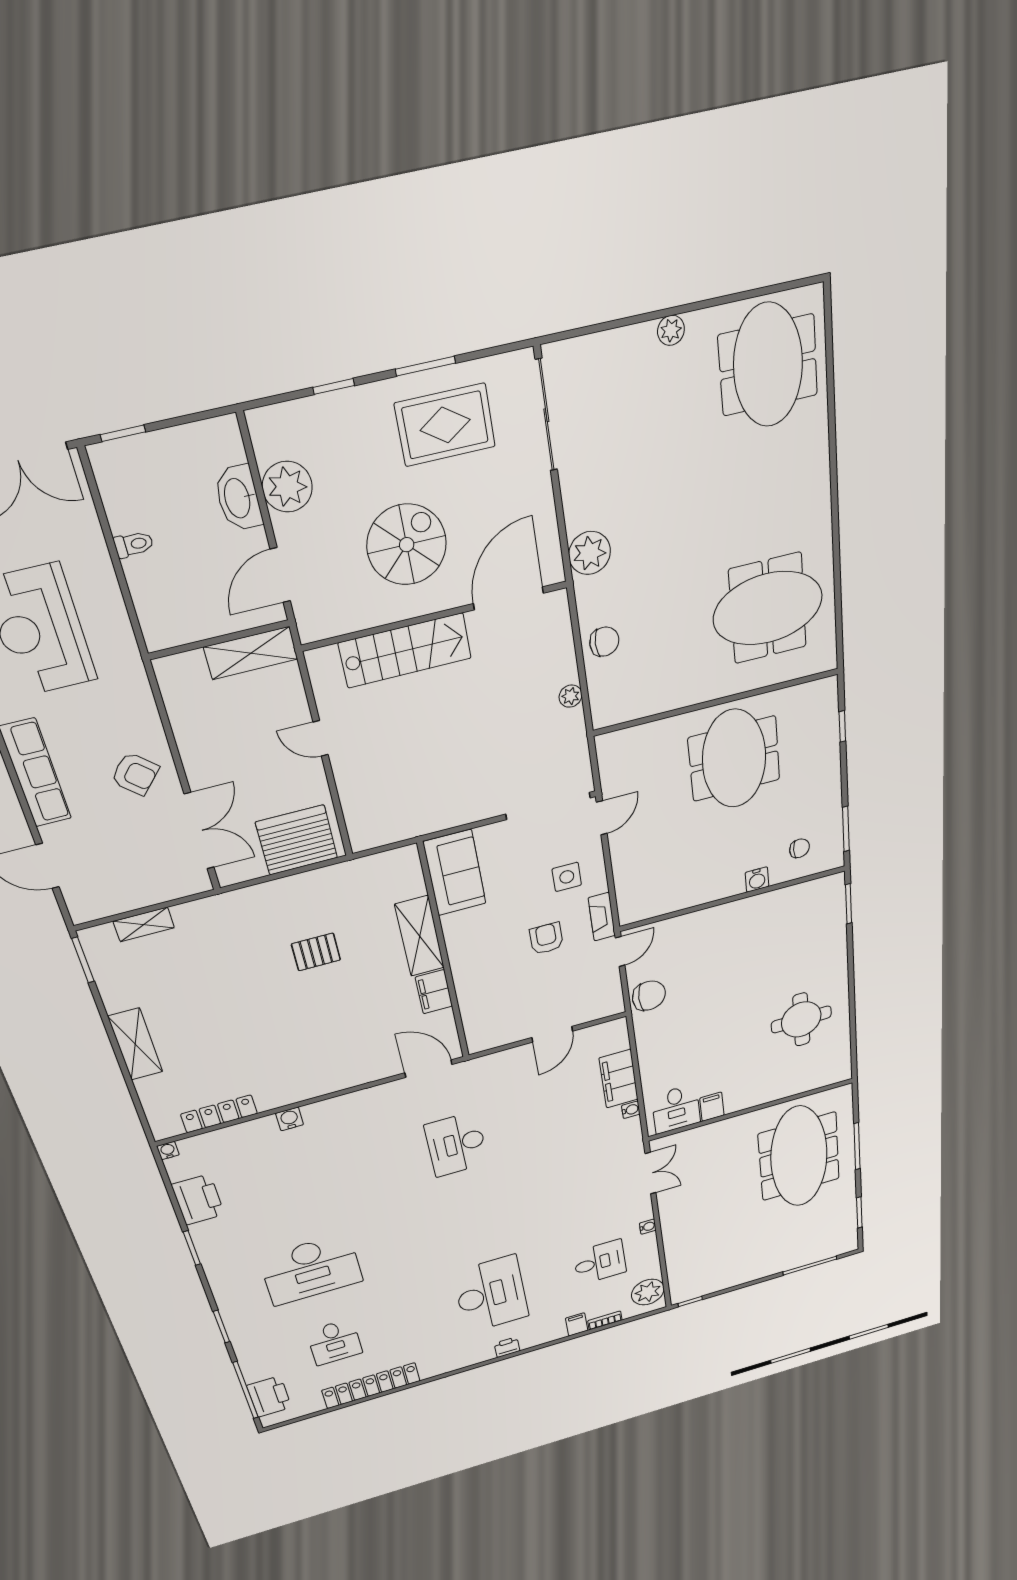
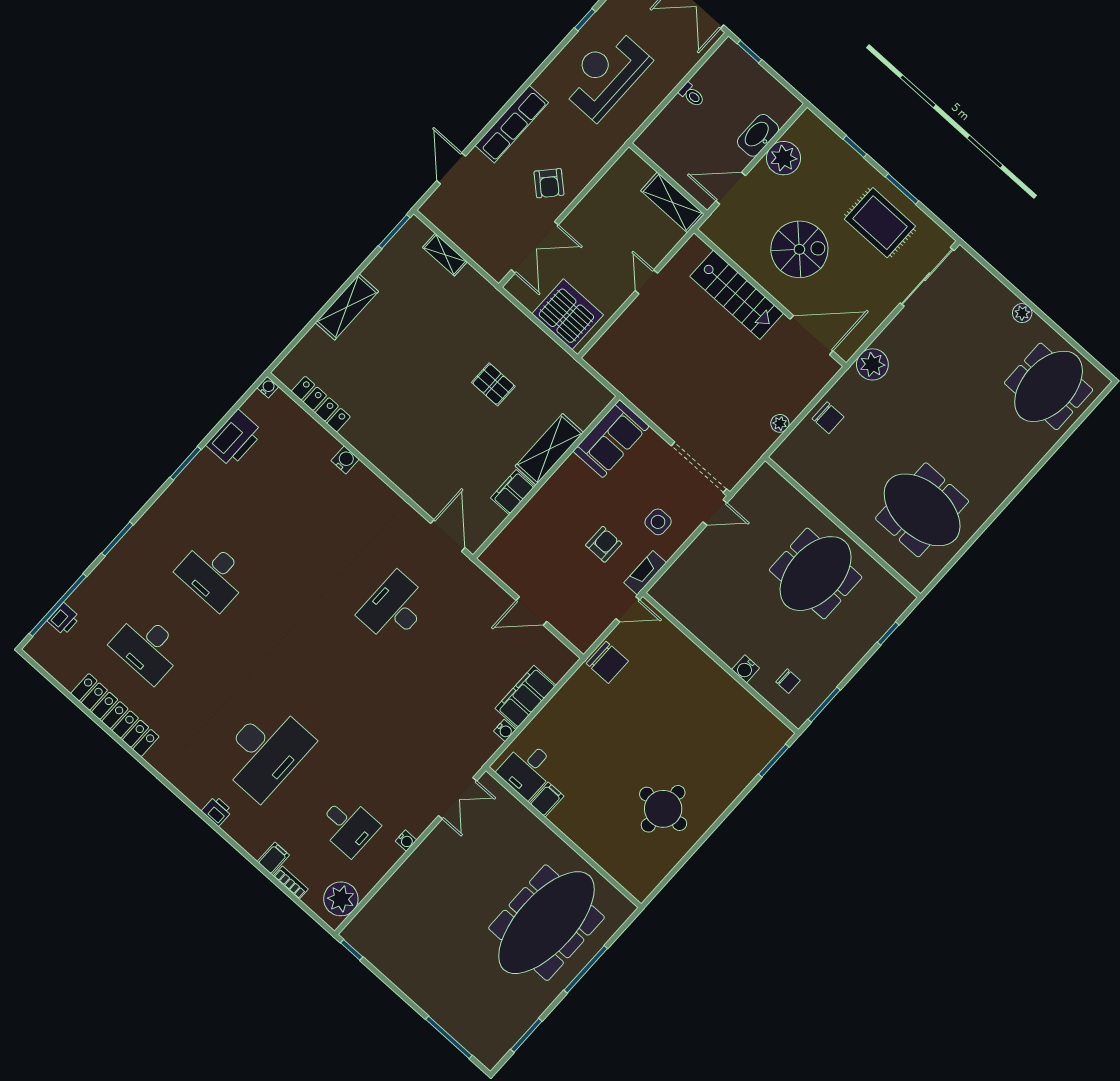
desk: (311, 1269) -> (213, 575), width x0.73, depth x0.77
desk: (334, 1342) -> (147, 647), width x1.37
printer: (269, 1397) -> (64, 619), width x0.53, depth x0.68

